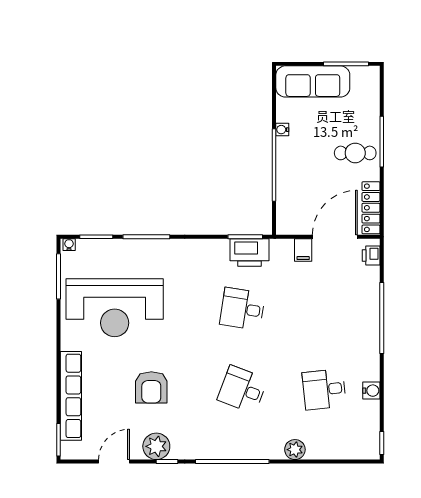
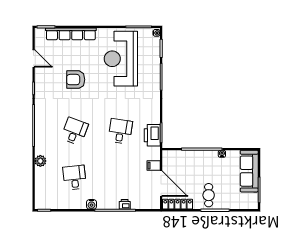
printer: (371, 255) -> (125, 204), moved
water cooler: (371, 391) -> (91, 204), moved
plant: (156, 446) -> (42, 82), removed

